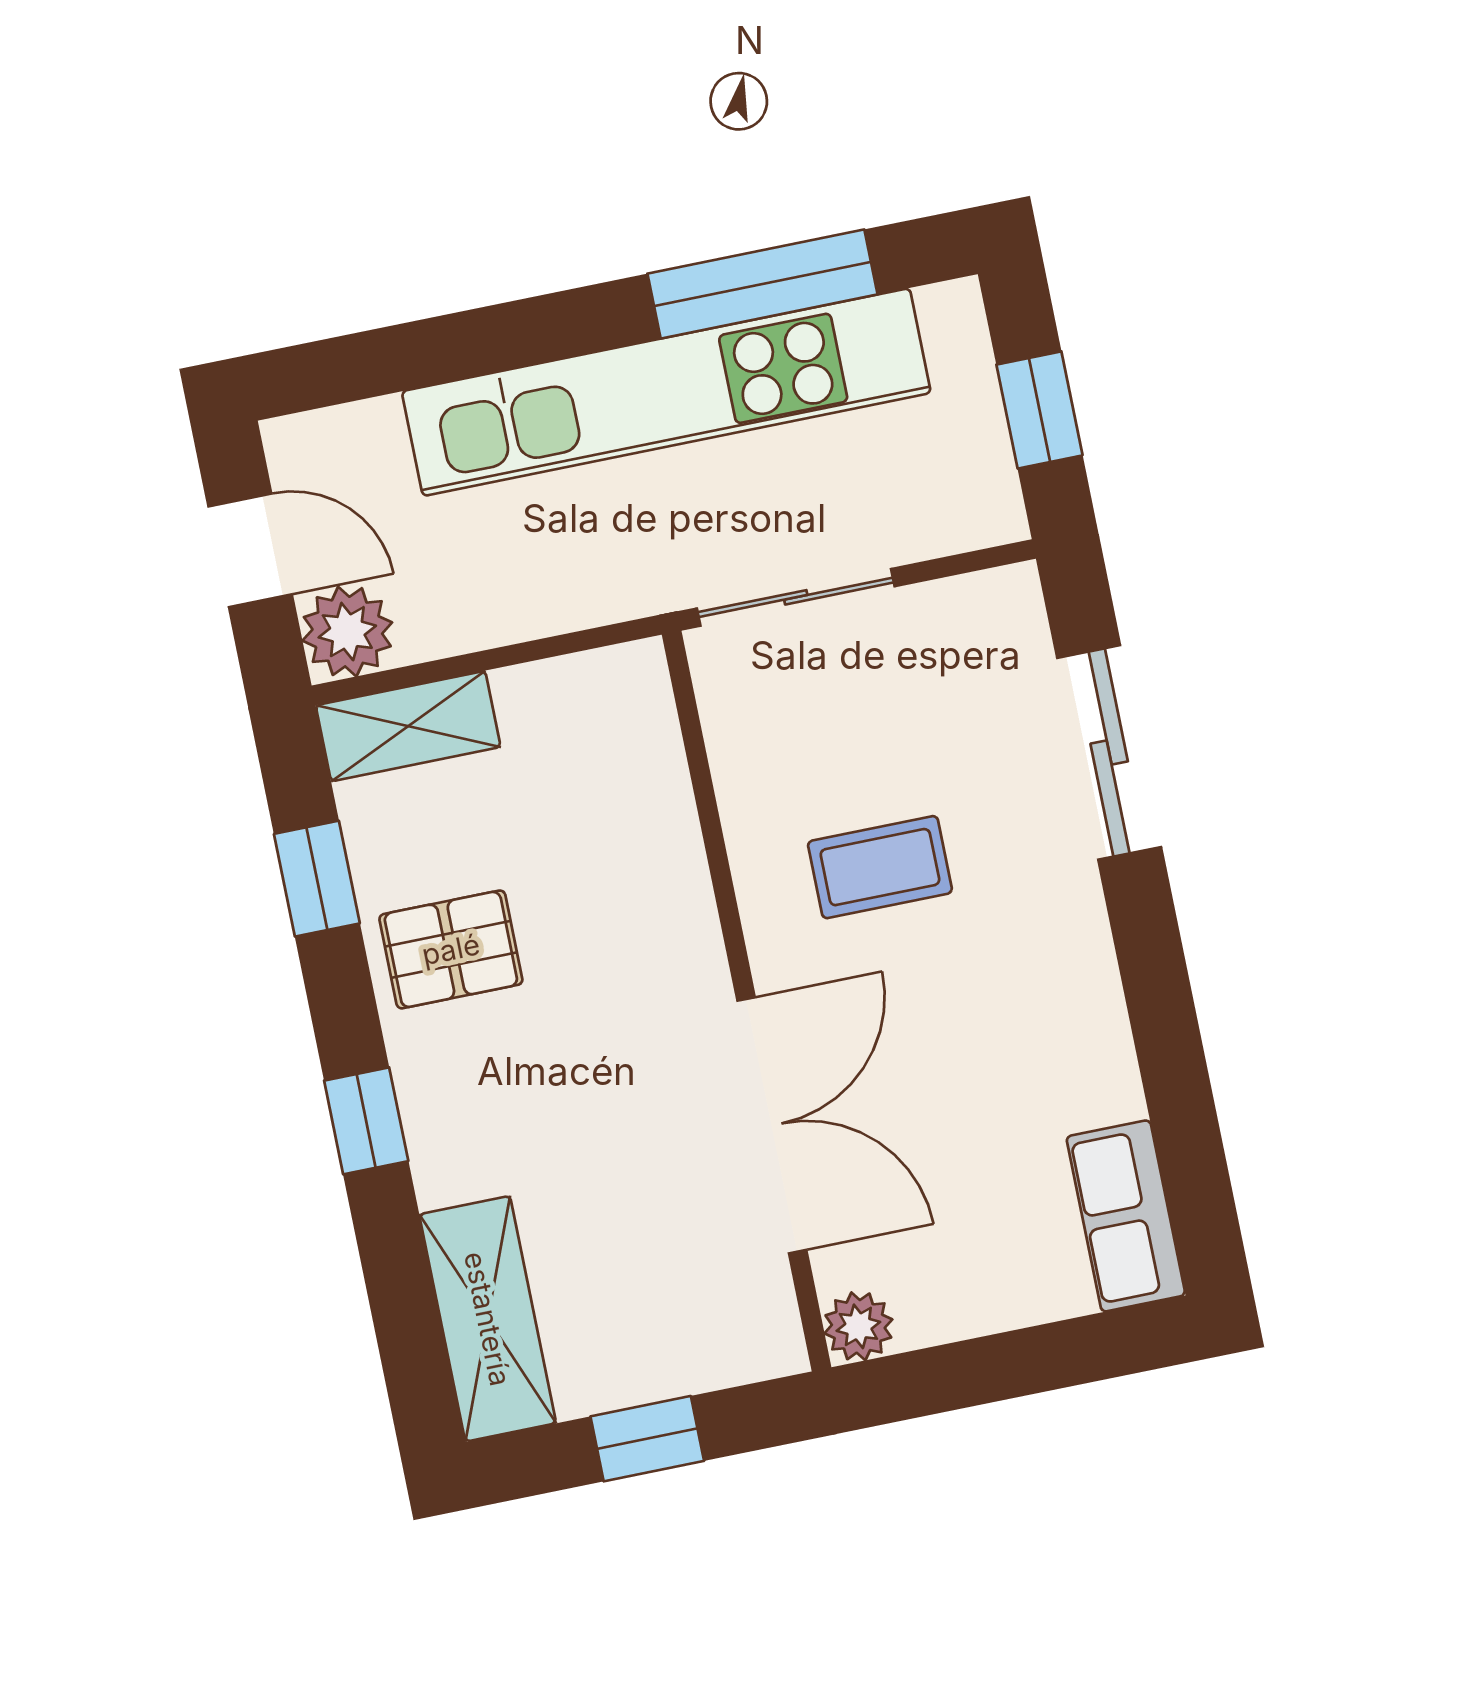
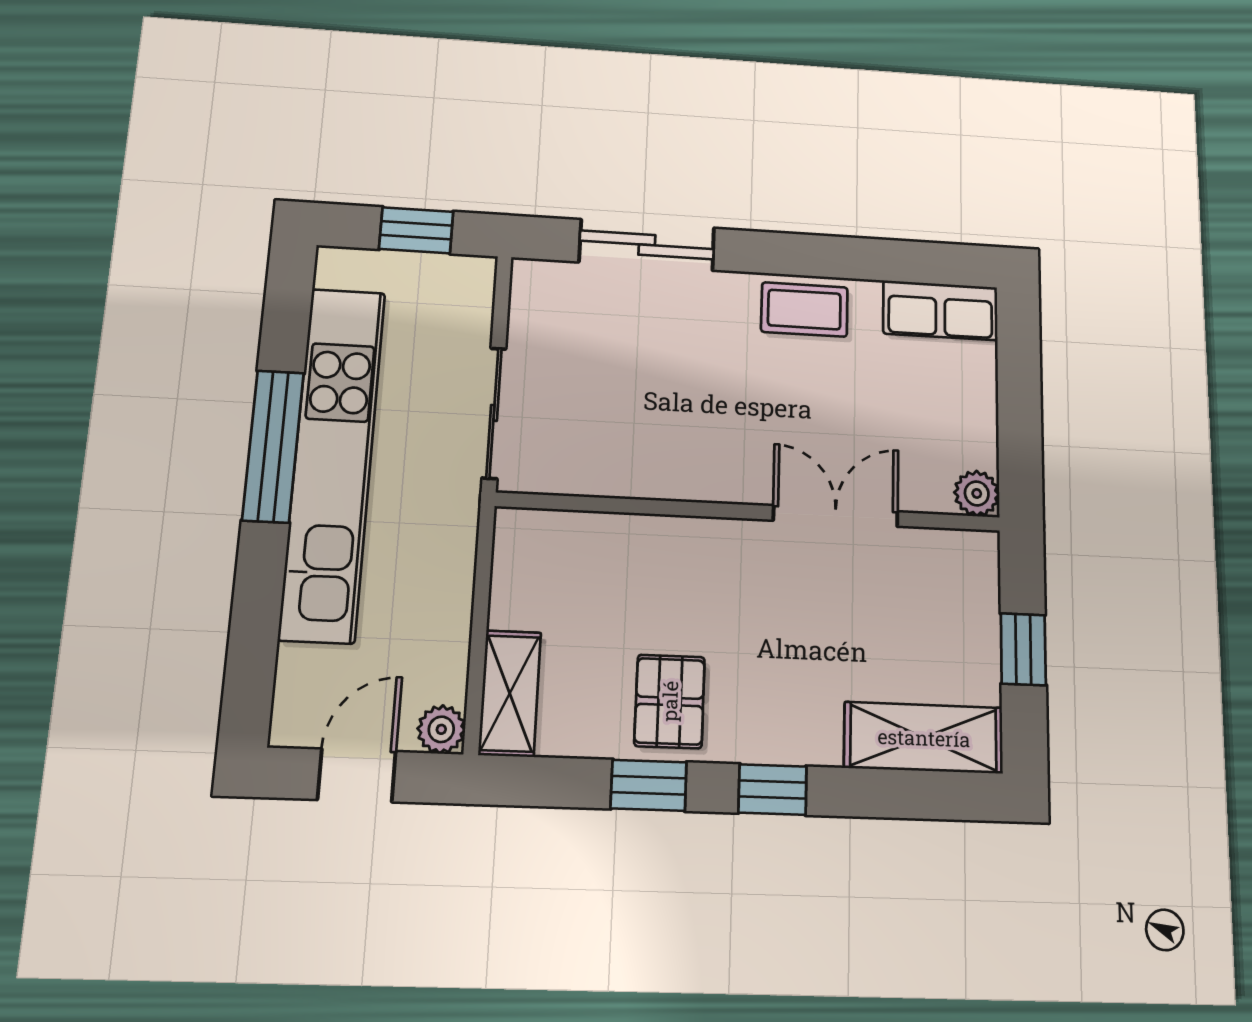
window: (762, 284) -> (273, 446), moved
plant: (347, 632) -> (441, 729), width x0.73, depth x0.73
coffee table: (880, 867) -> (804, 310), moved, turned 90
window: (317, 879) -> (649, 785), moved
double door: (772, 1125) -> (836, 516), width x0.73

